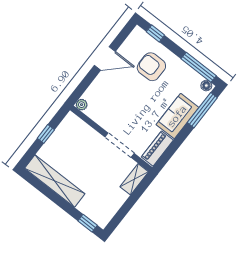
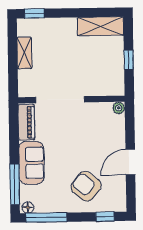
armchair: (151, 67) -> (86, 186), turned -141
doorway: (119, 145) -> (60, 100), width x1.36
shelving: (134, 179) -> (24, 53), moved
shelving: (55, 181) -> (101, 26), width x0.68

